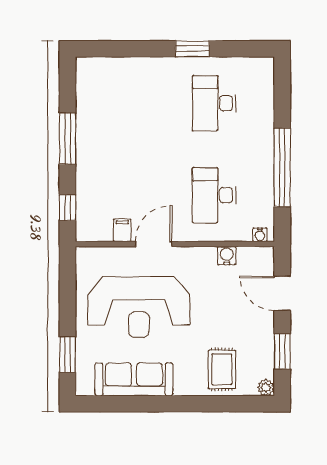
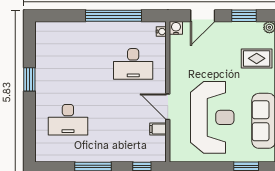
desk: (214, 103) -> (68, 120), moved
water cooler: (227, 256) -> (176, 28), moved, turned 90

